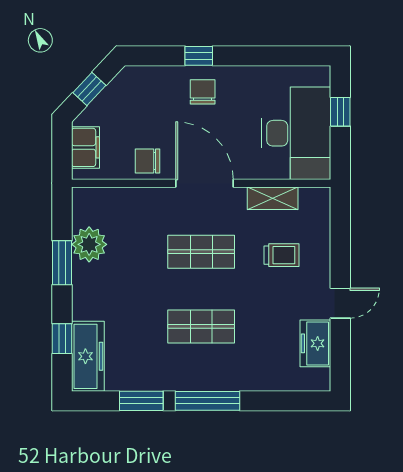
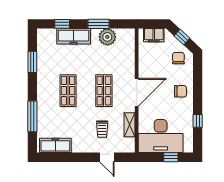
window: (199, 56) -> (198, 121), moved
chair: (147, 161) -> (178, 58), moved
door: (340, 303) -> (107, 157), moved
freezer: (315, 343) -> (55, 145), width x1.40
freezer: (88, 356) -> (74, 36), moved
window: (207, 401) -> (32, 116), moved

